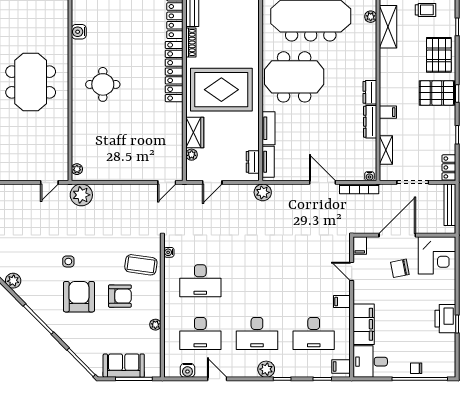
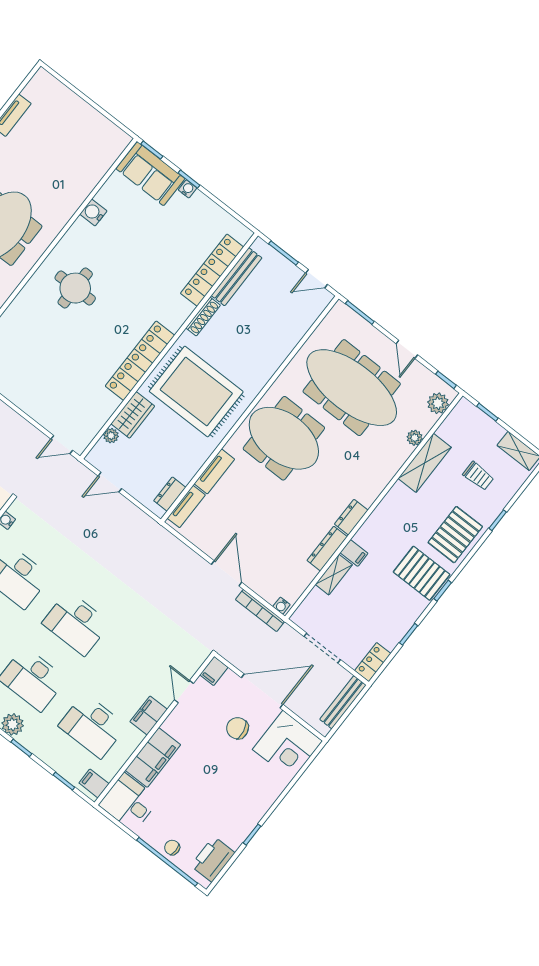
locker: (174, 72) -> (140, 361), moved
shelving: (386, 150) -> (334, 575), moved
plant: (263, 192) -> (155, 534), removed
desk: (257, 281) -> (76, 623), added
filing cabinet: (342, 302) -> (149, 715), width x2.00
printer: (445, 319) -> (213, 859), moved

